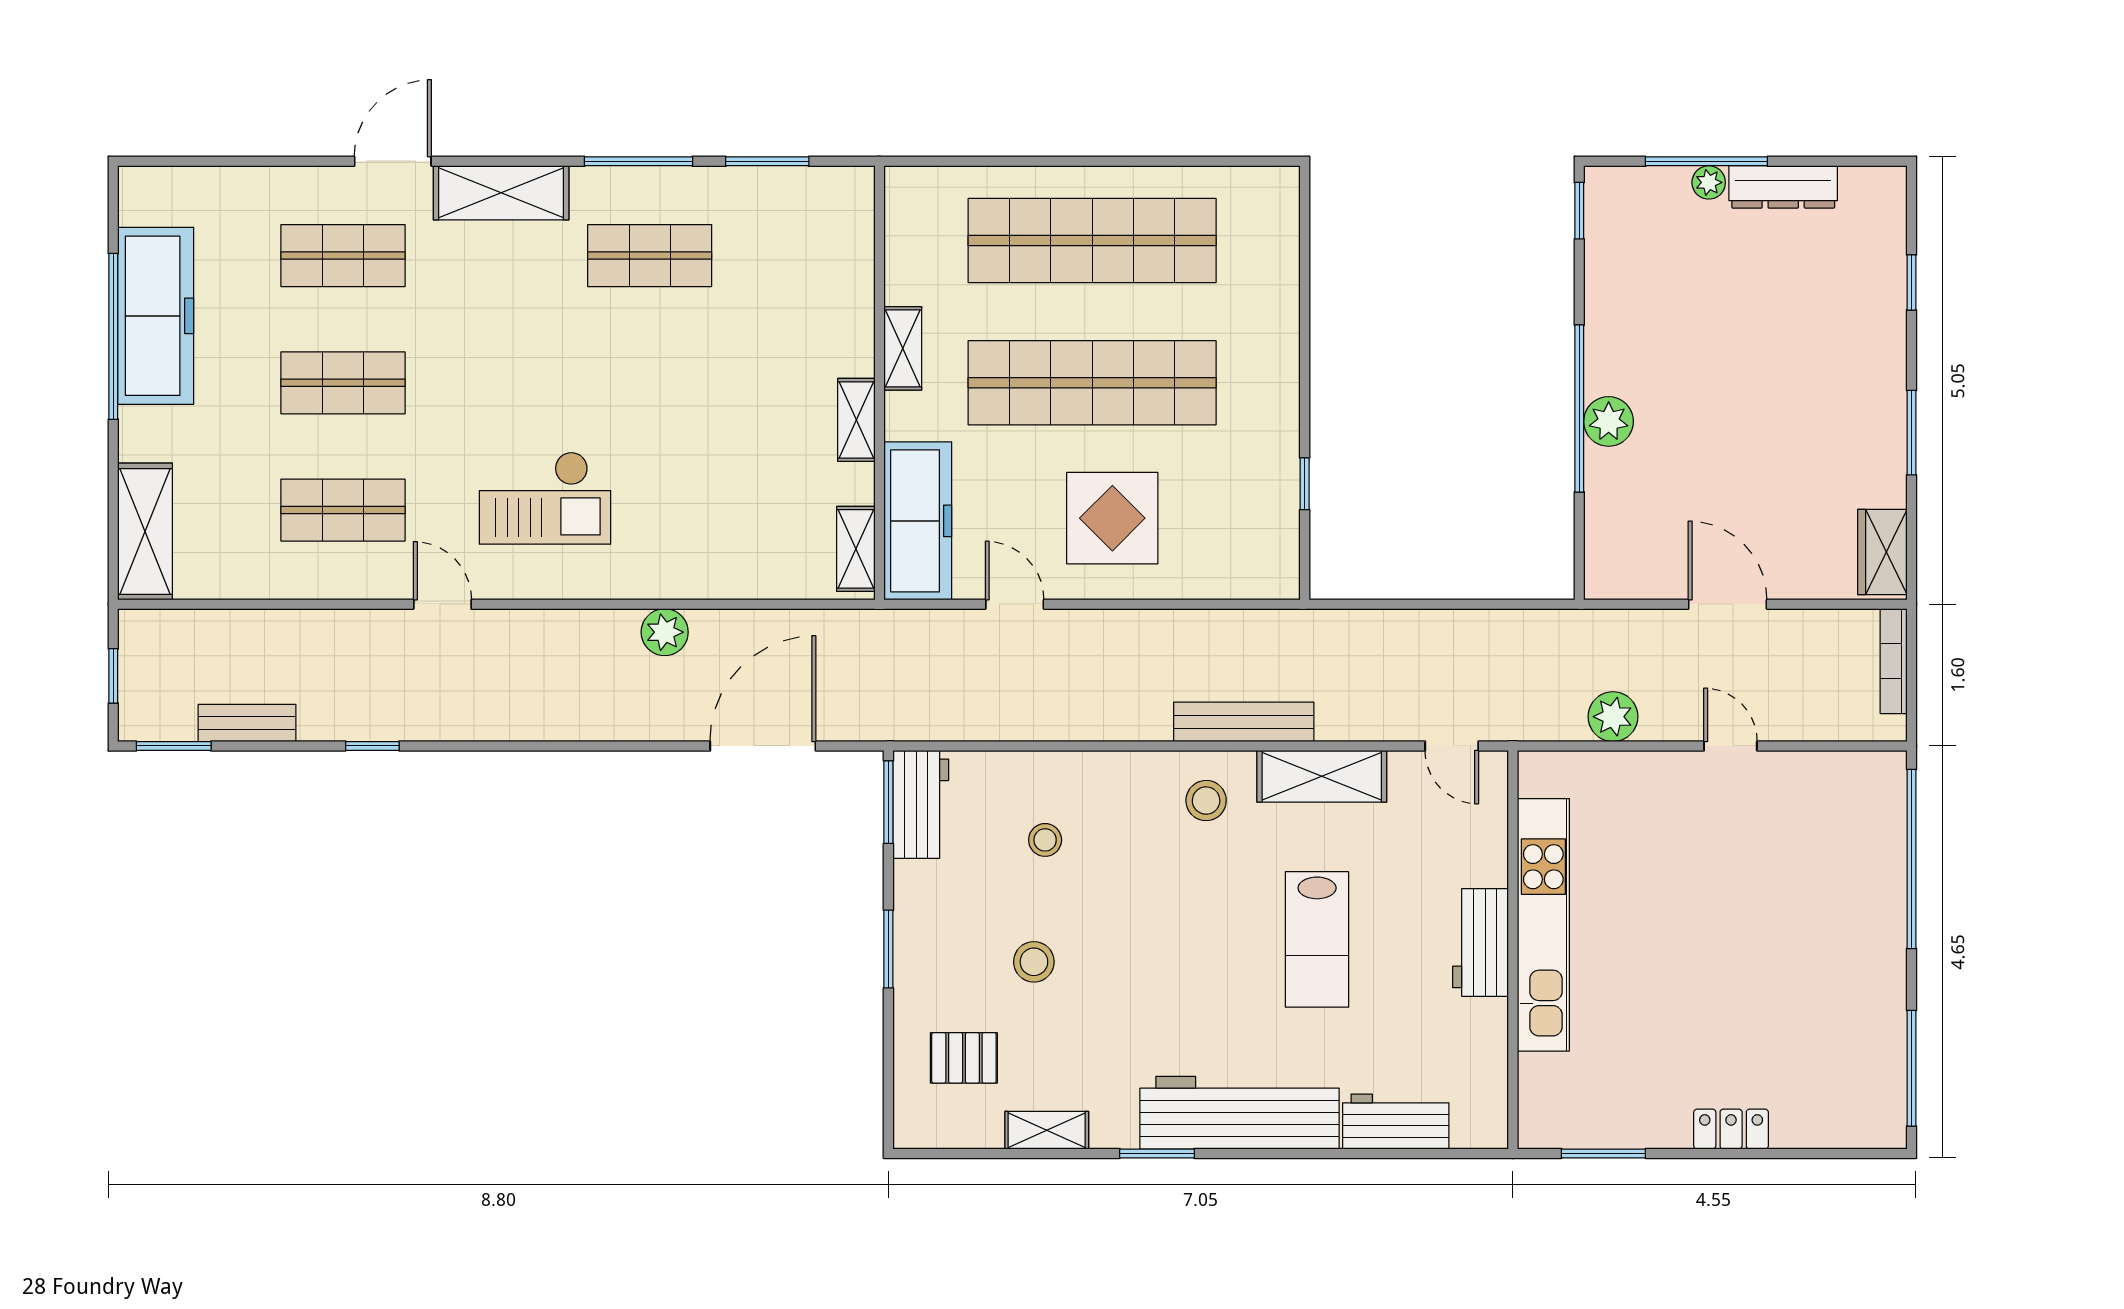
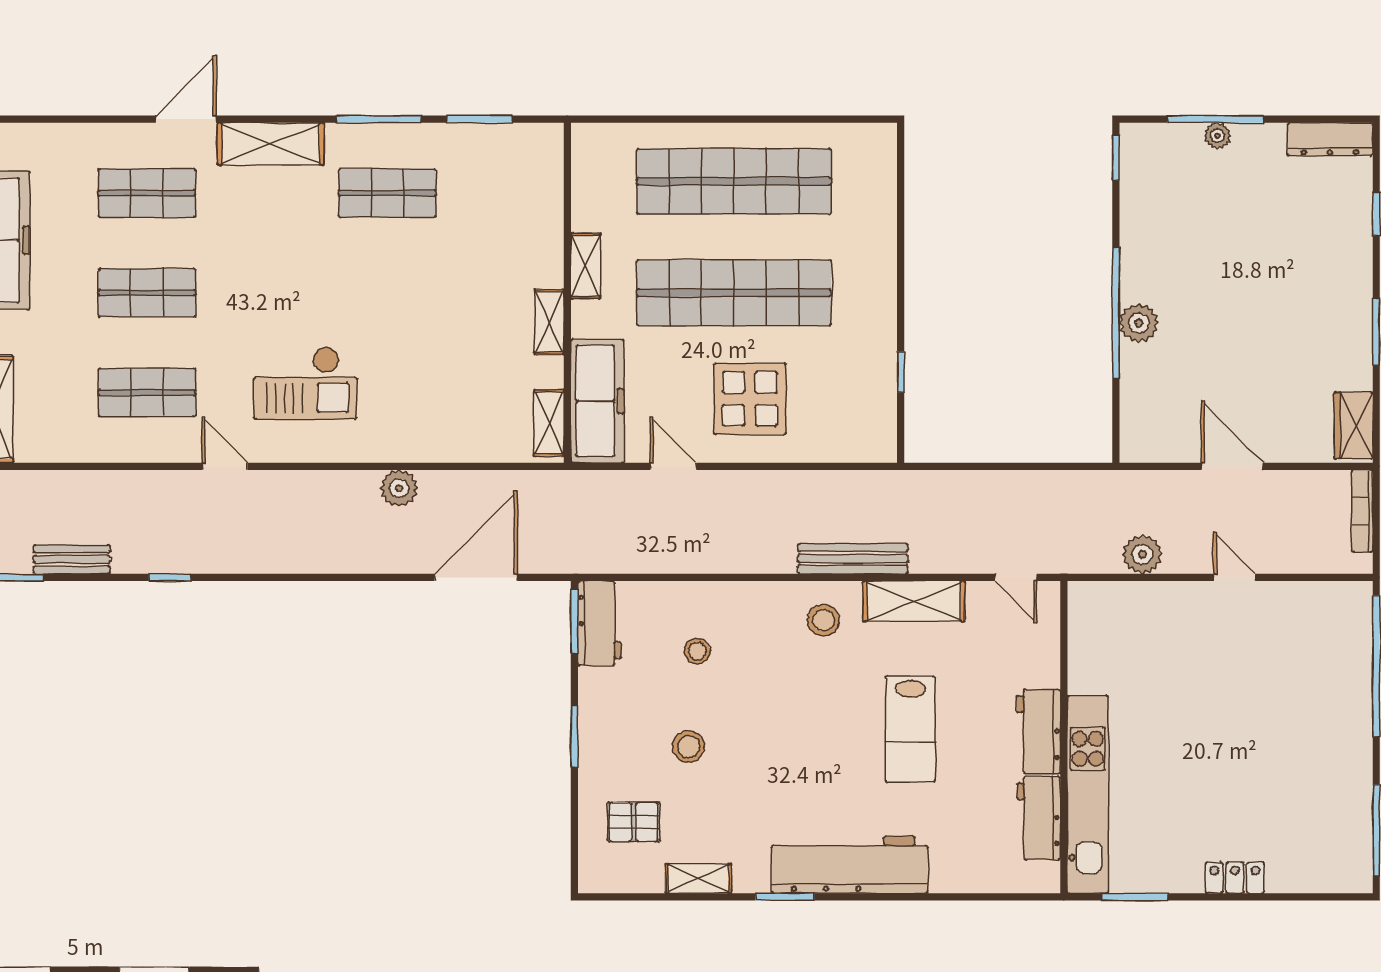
dresser: (1783, 187) -> (1330, 139), moved
kitchen unit: (1543, 925) -> (1088, 794), moved
workbench: (1396, 1122) -> (1039, 818), moved, turned -90

